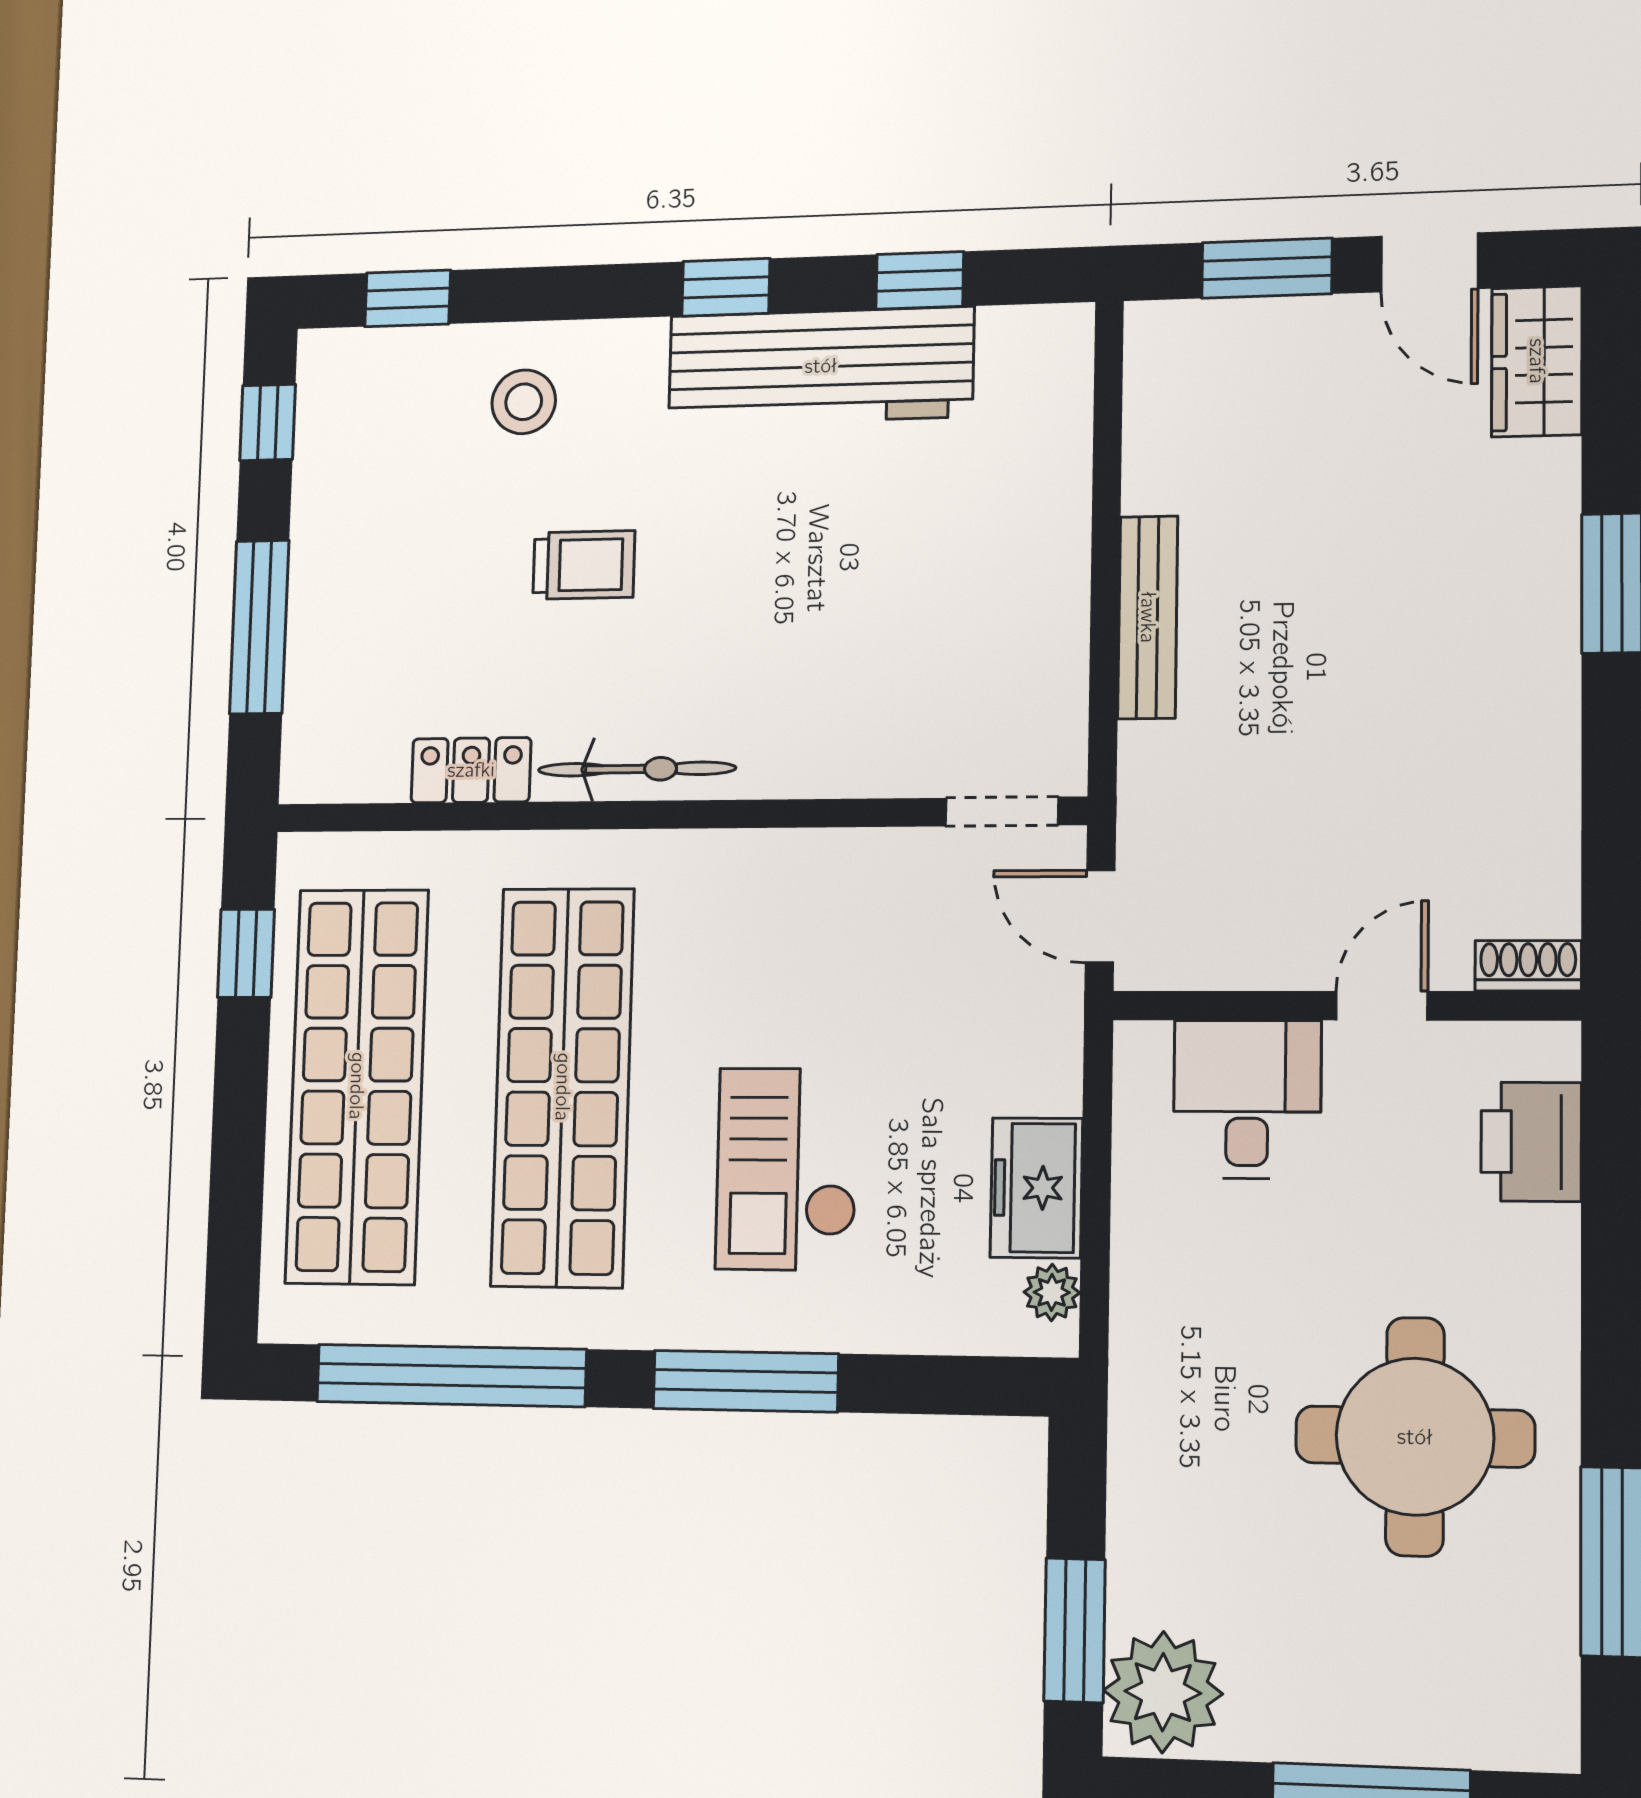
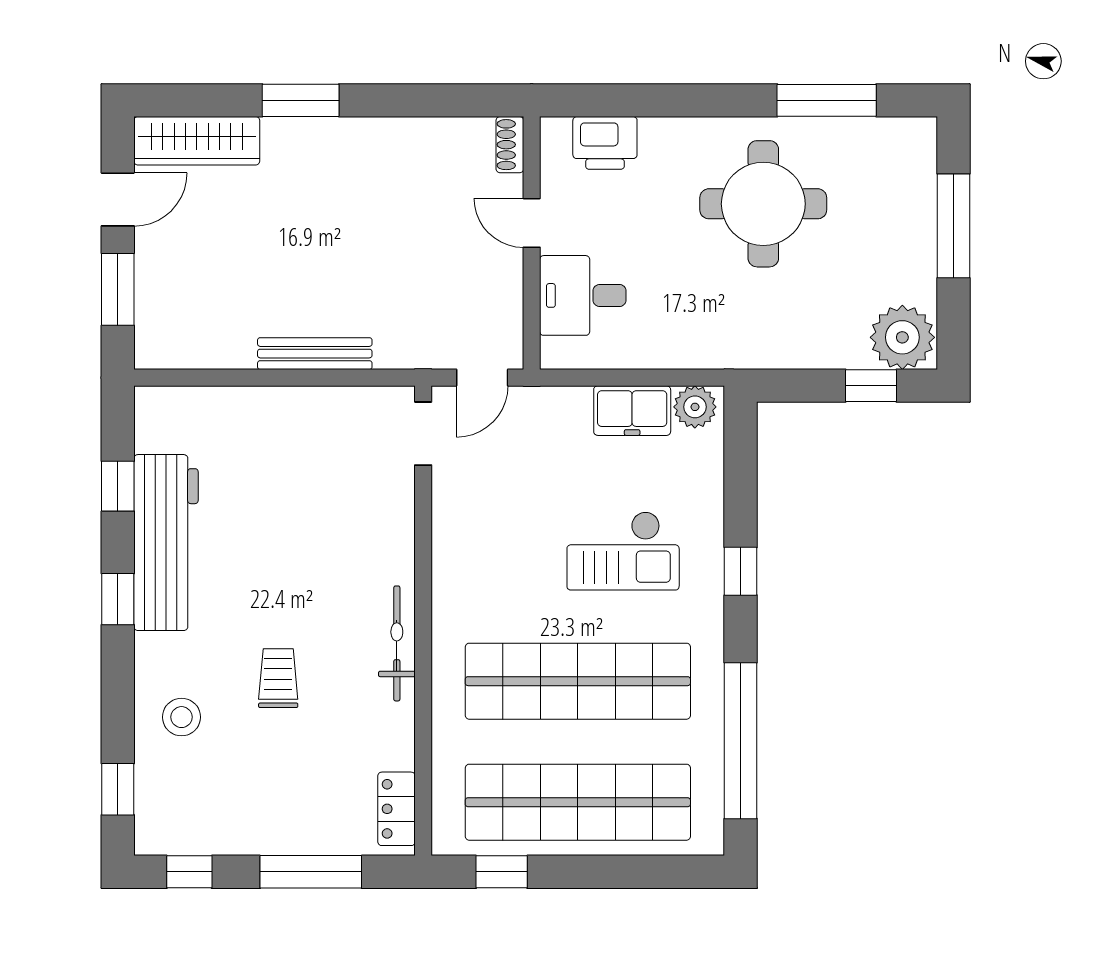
wardrobe: (1537, 361) -> (197, 141), width x1.50
locker: (471, 770) -> (396, 809), moved
plant: (1052, 1292) -> (695, 407), width x1.38, depth x1.38
window: (746, 1381) -> (741, 571), width x0.46
window: (1075, 1630) -> (871, 386), width x0.67

